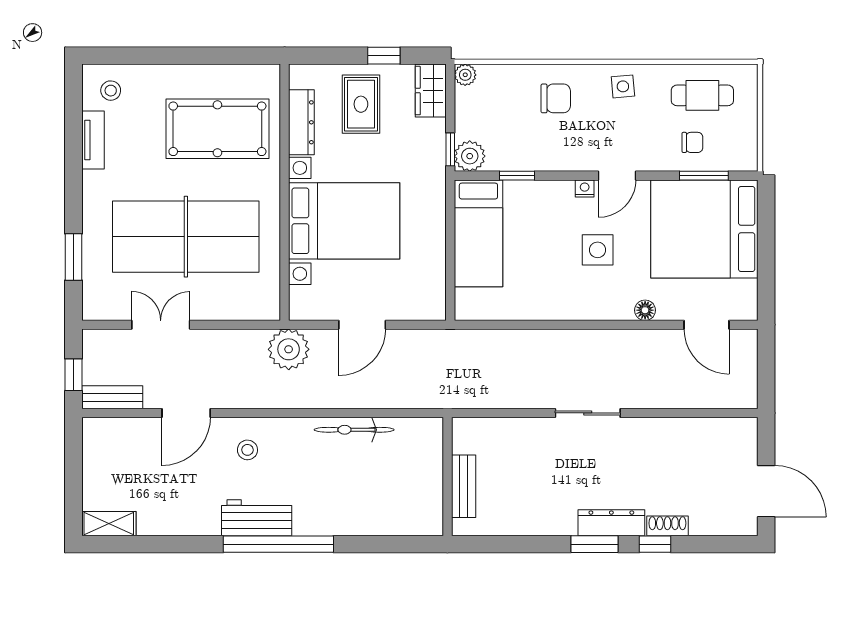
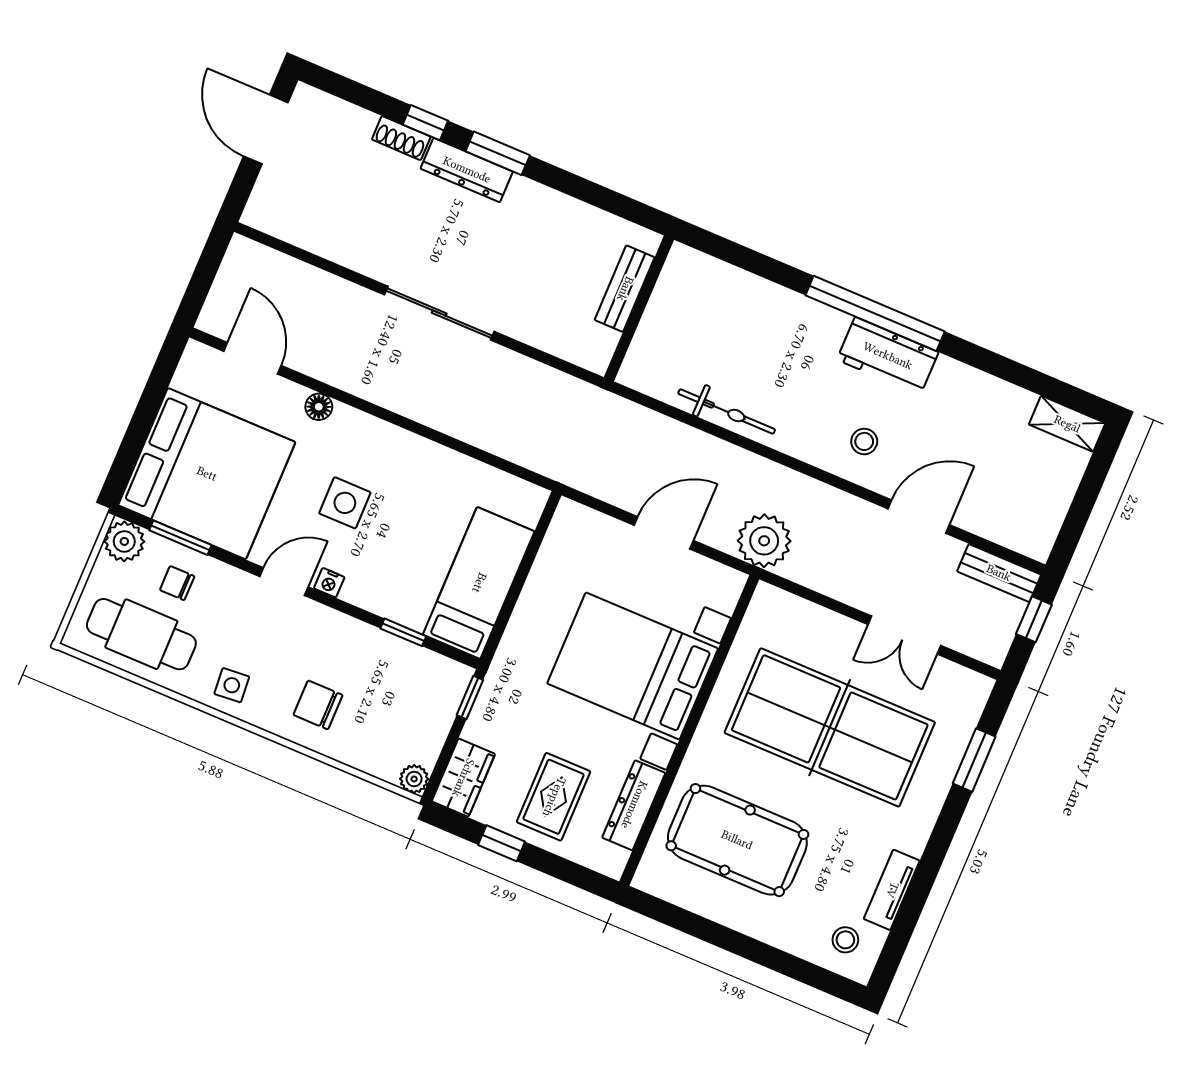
cafe table: (702, 95) -> (141, 634), width x1.37, depth x1.35
plant: (470, 156) -> (124, 541), moved
sliding door: (588, 413) -> (439, 313), width x1.37

